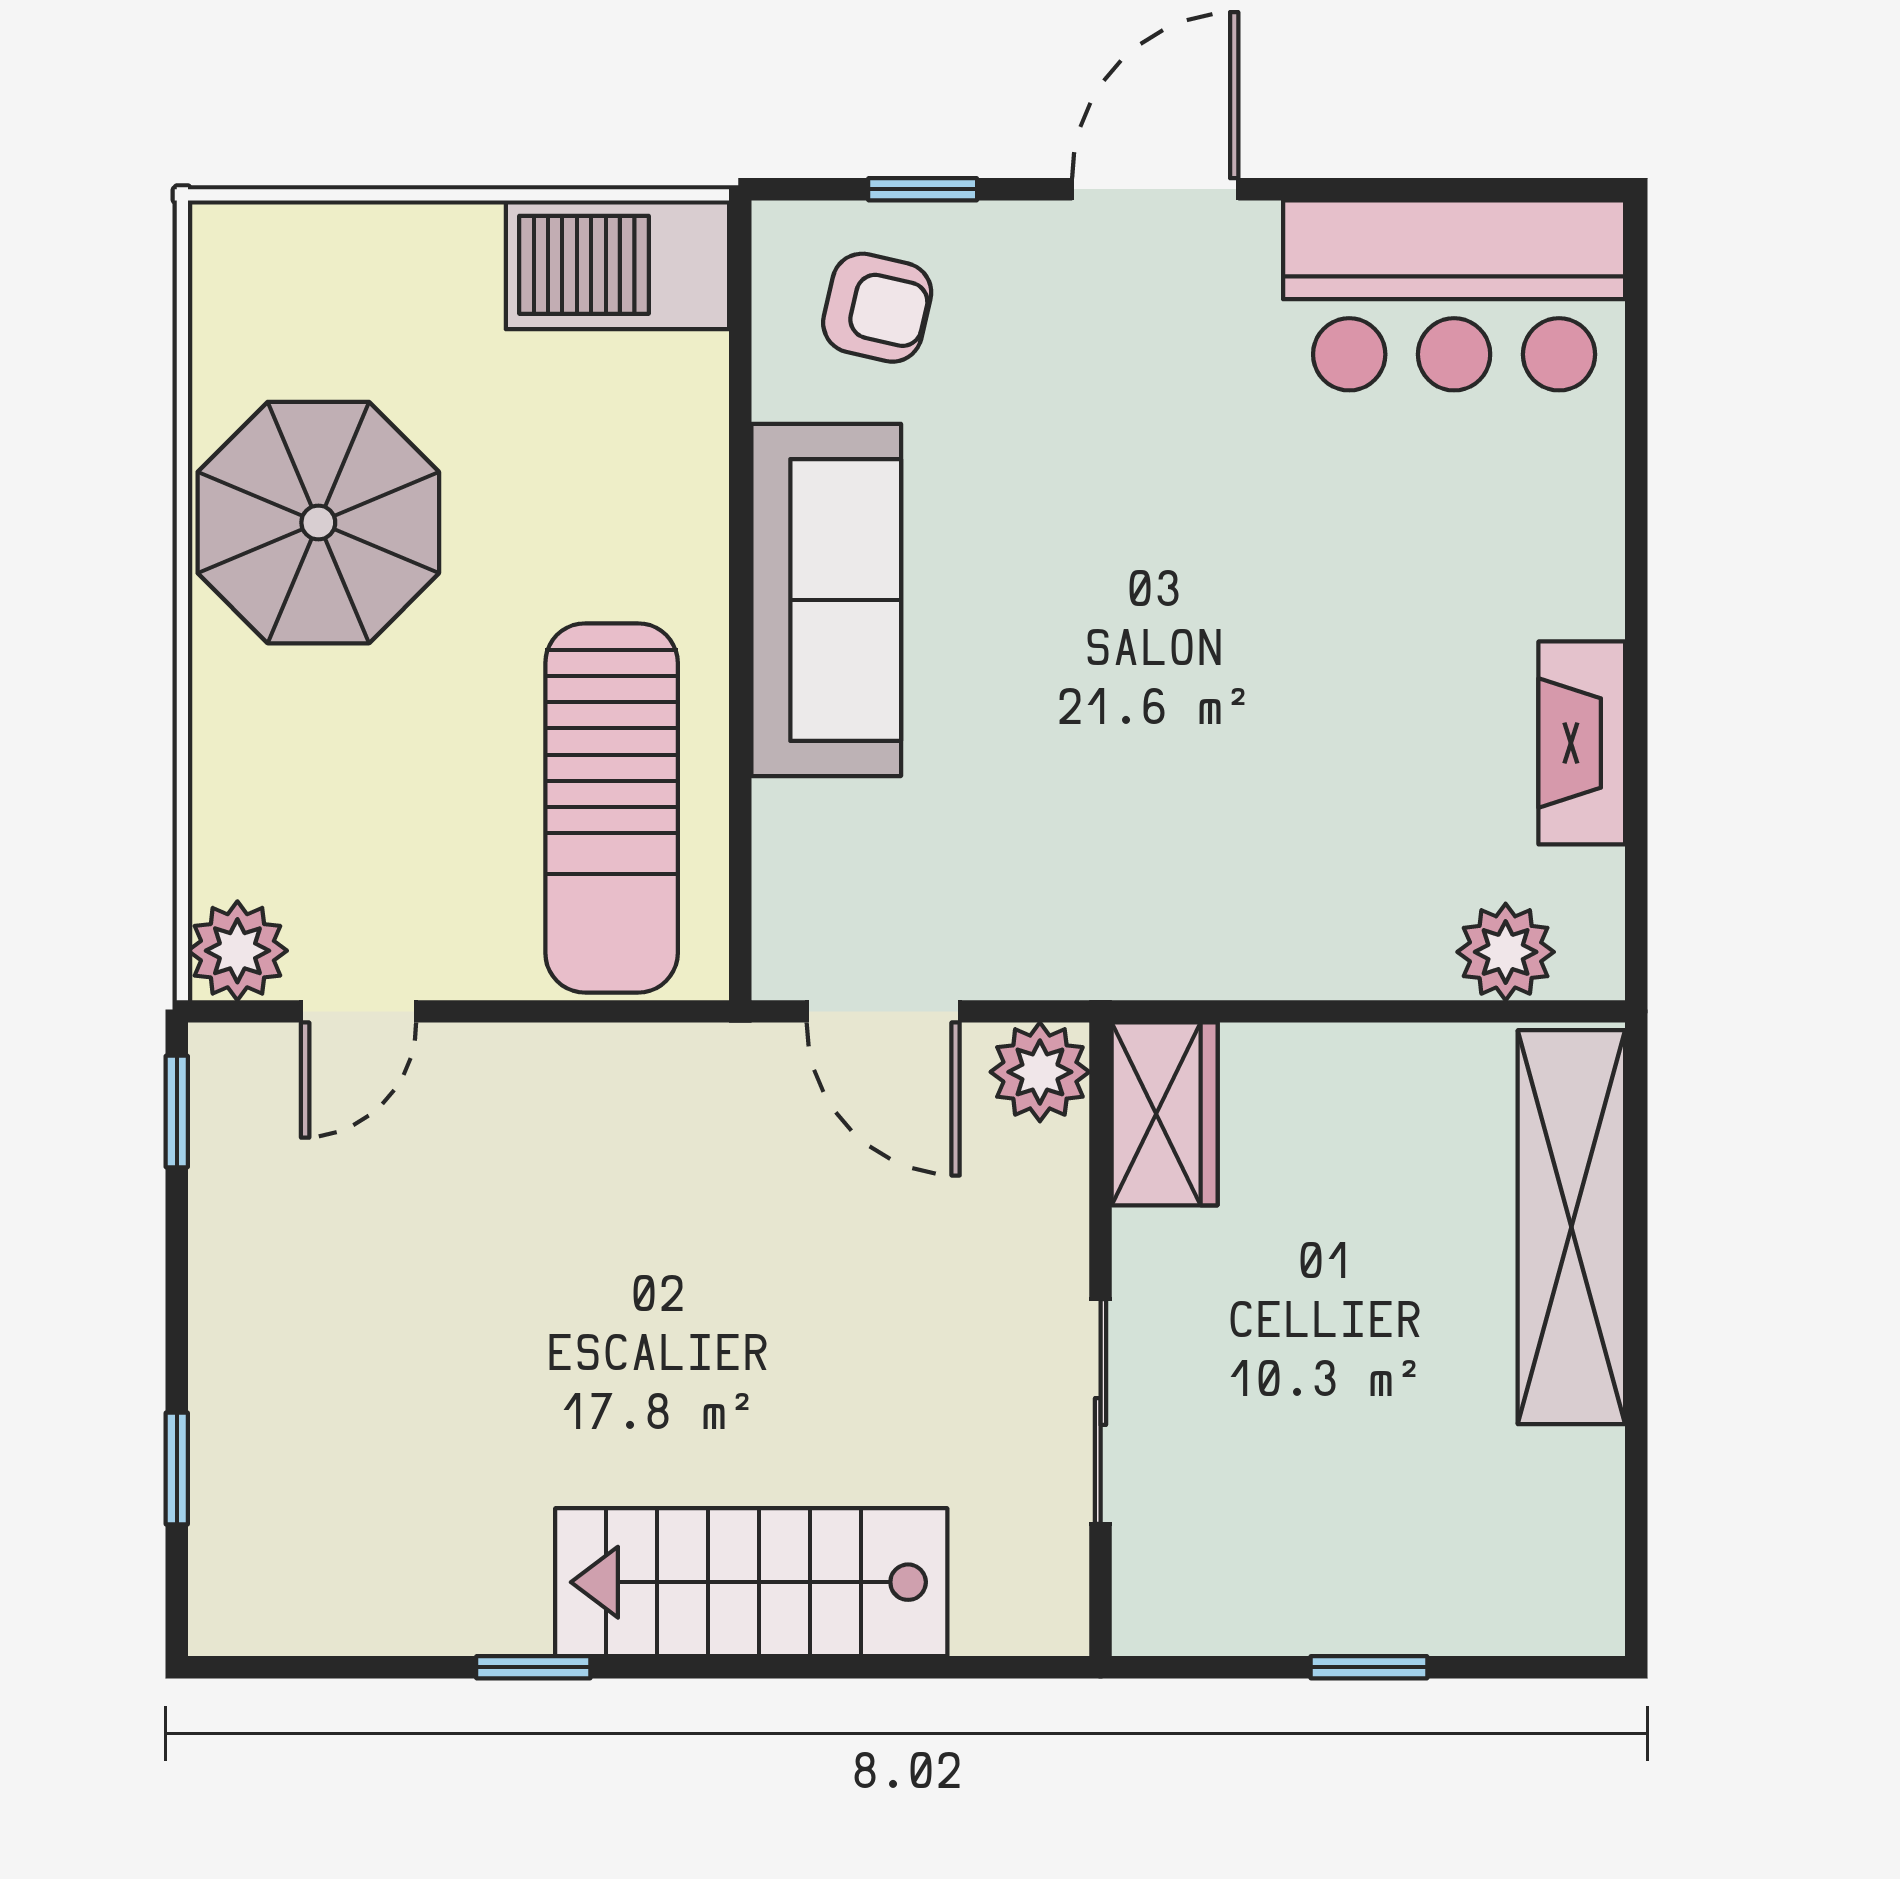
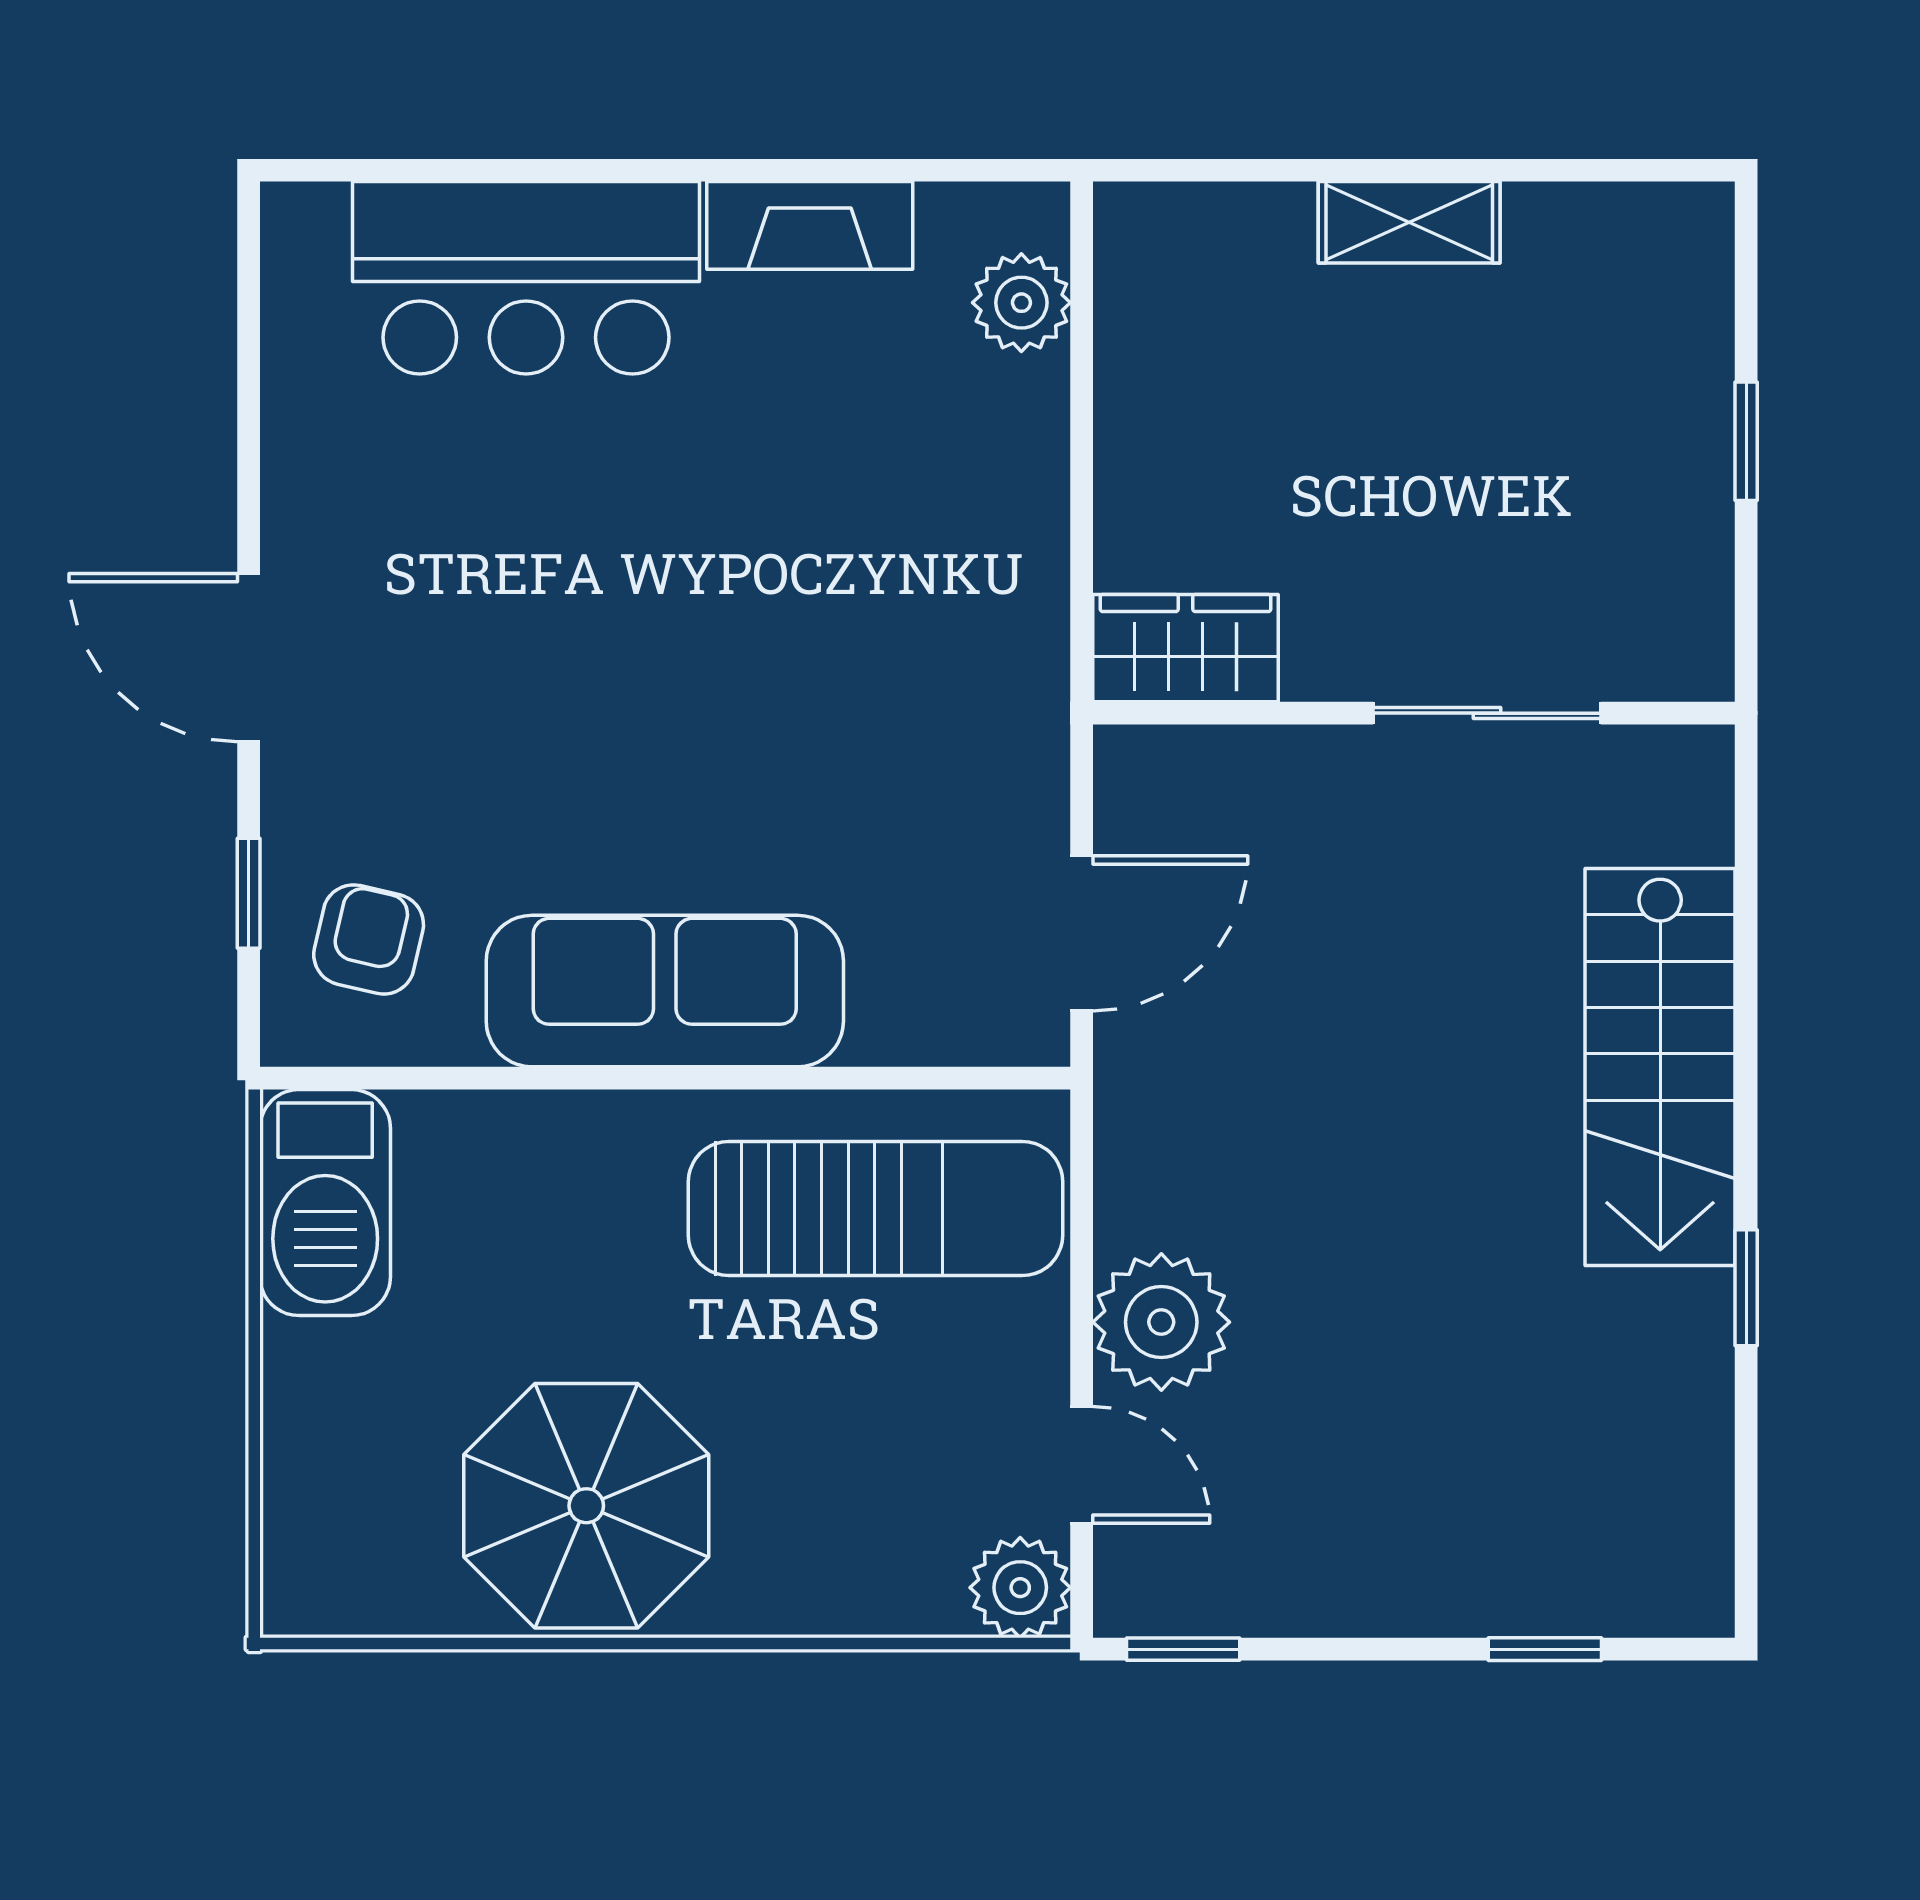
bar counter: (1454, 295) -> (526, 278), moved, turned 90
plant: (1040, 1072) -> (1161, 1322), moved, width x1.36, depth x1.36
shelving: (1571, 1227) -> (1409, 222), width x0.45, depth x0.75

